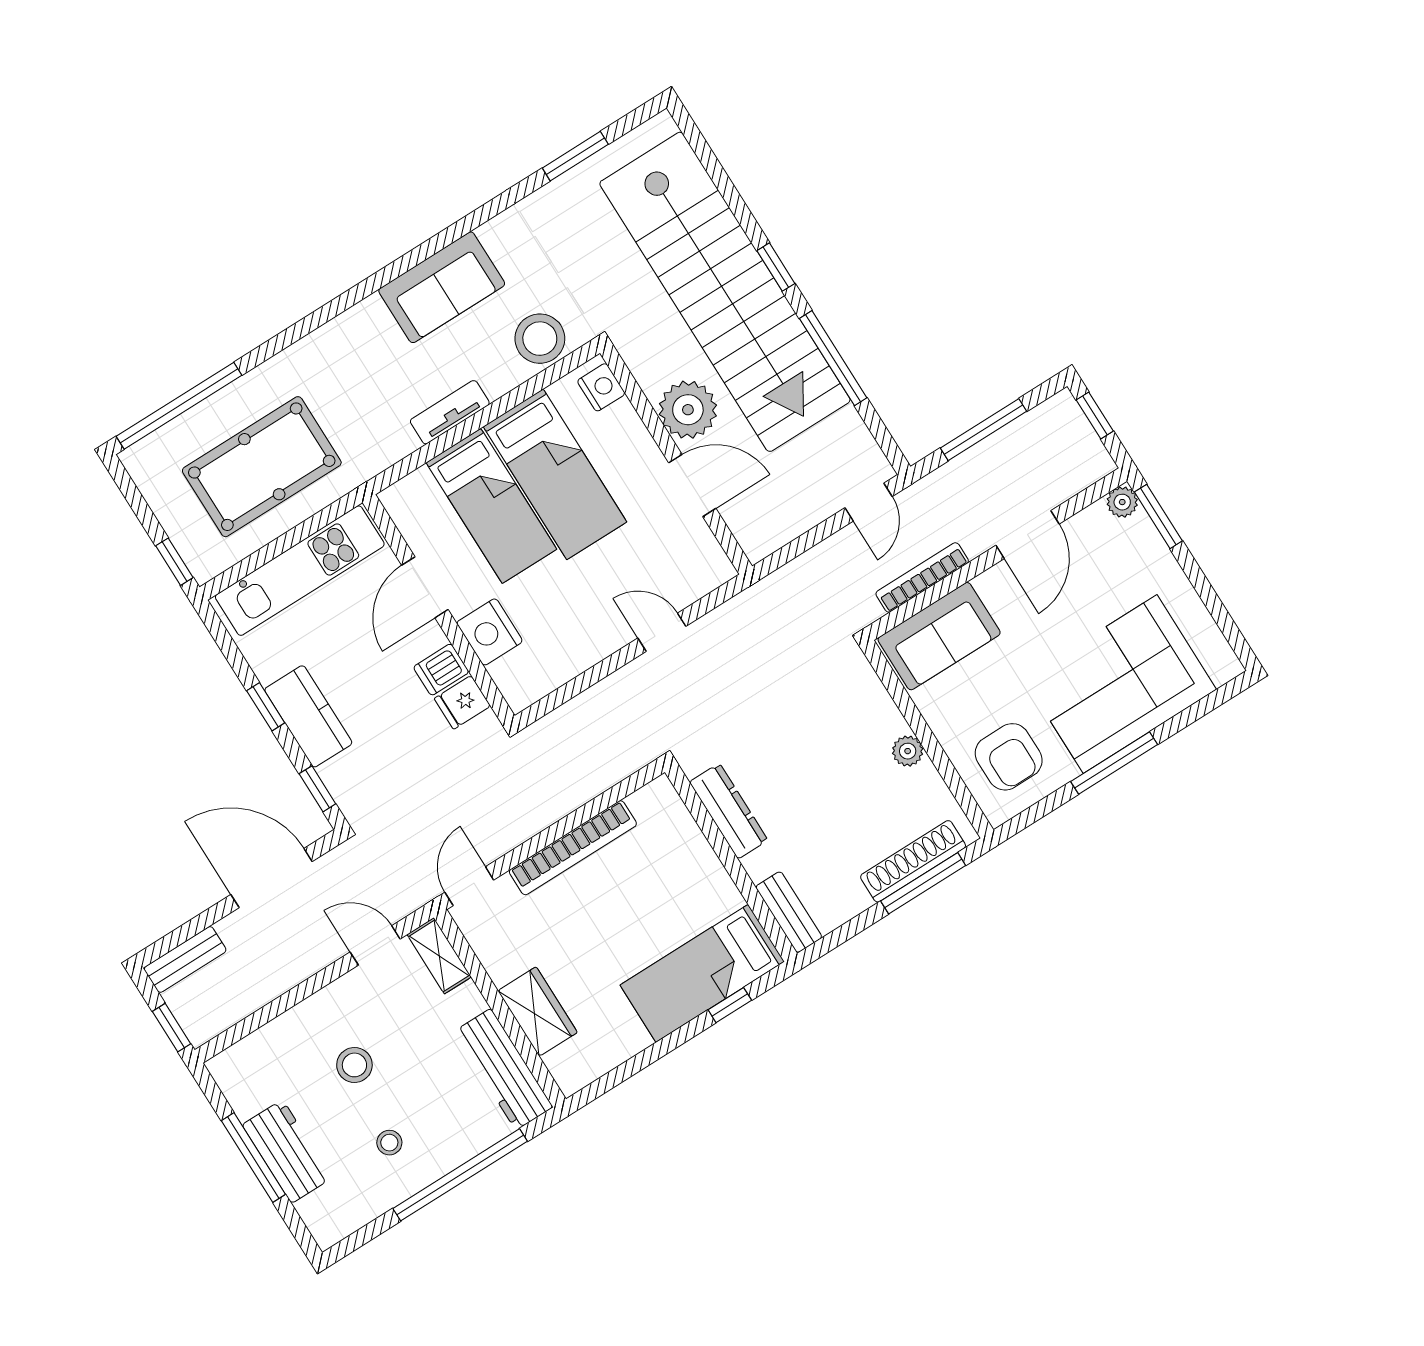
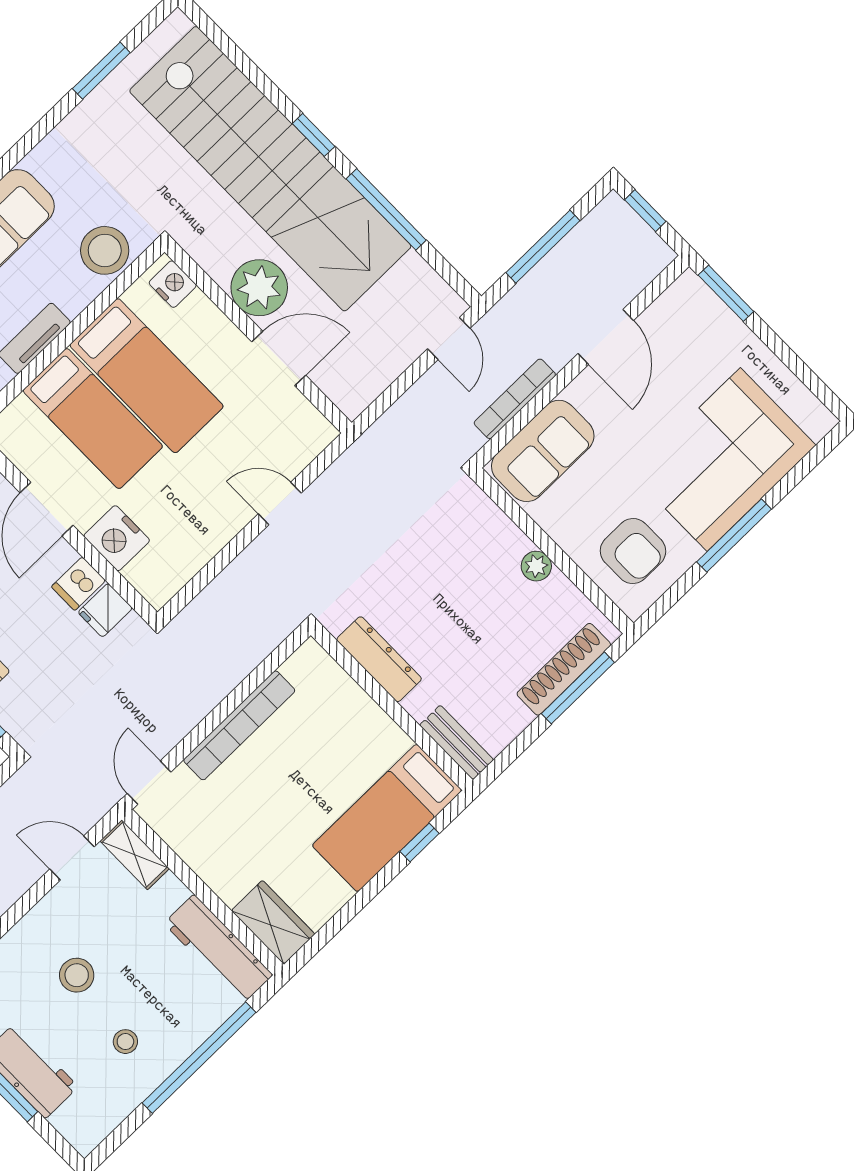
plant: (1122, 502) -> (689, 287), removed
wardrobe: (538, 1012) -> (273, 922), moved

